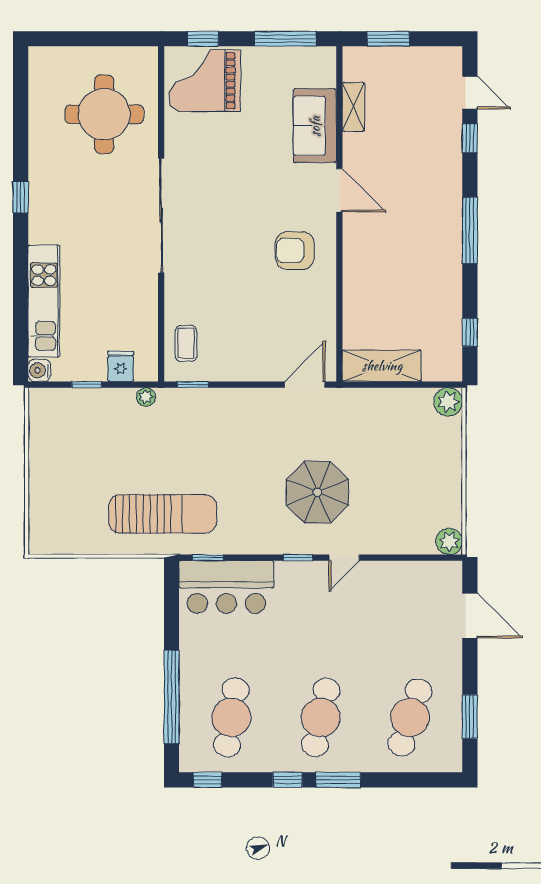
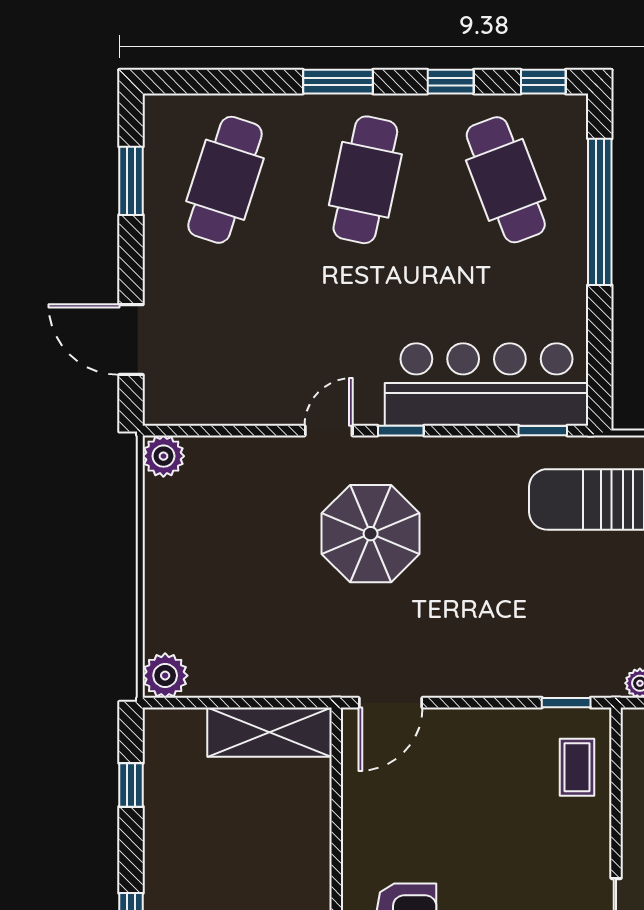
bar counter: (226, 587) -> (486, 385), width x1.36
cafe table: (231, 717) -> (506, 180), turned -30
window: (287, 780) -> (451, 82), moved

